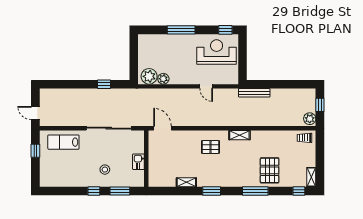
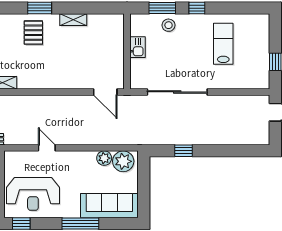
sofa: (159, 43) -> (109, 206), added
lab bench: (63, 142) -> (223, 44), moved, turned -90
pallet: (210, 147) -> (33, 33), moved, turned 90
stool: (105, 170) -> (169, 25), moved

